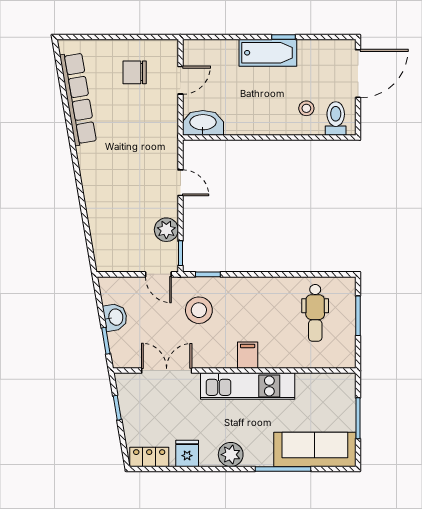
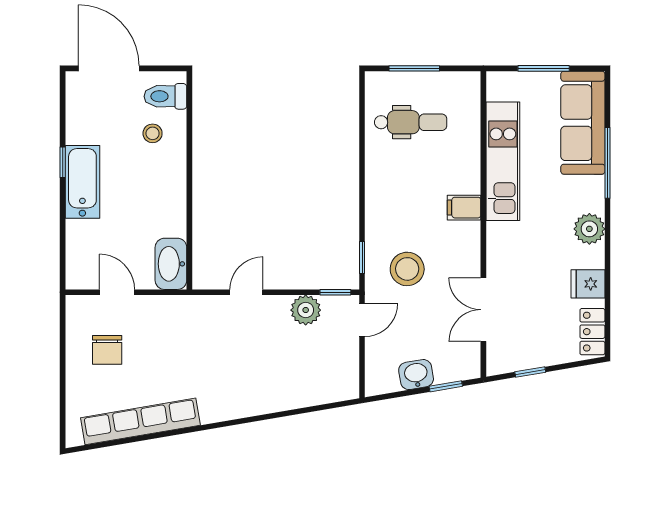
kitchen unit: (248, 386) -> (503, 161), moved

